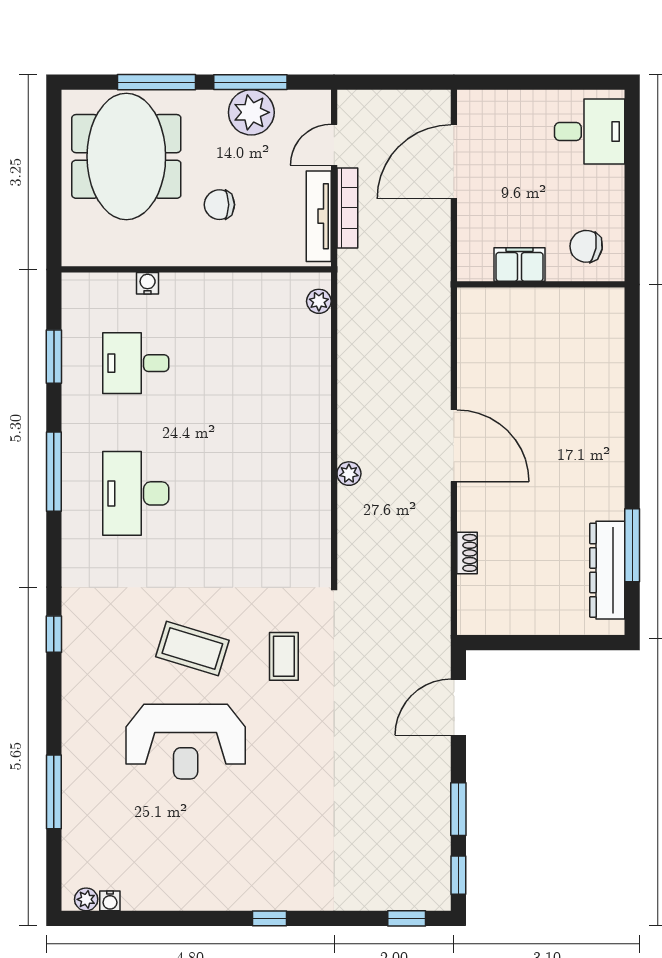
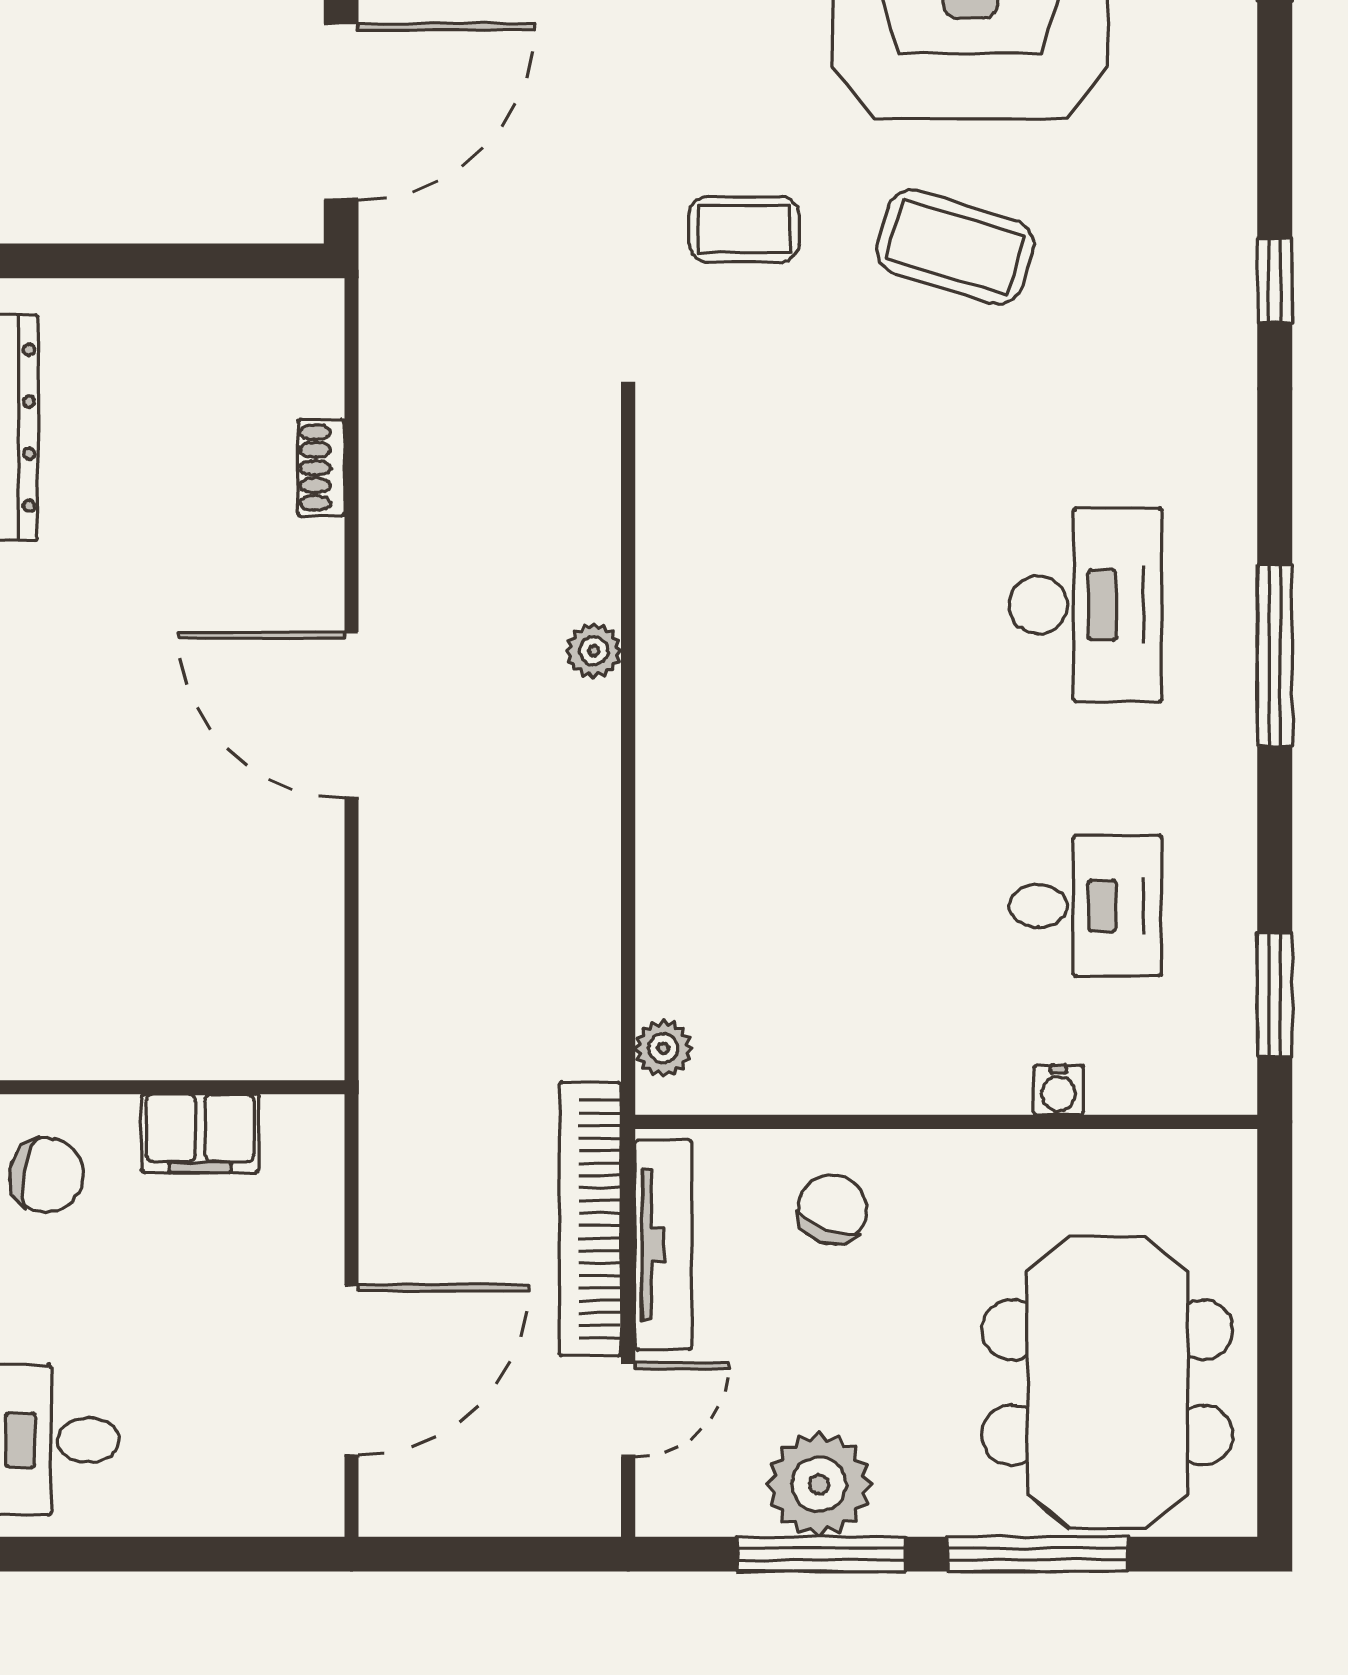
chair: (219, 205) -> (832, 1209), moved, turned -70
bookcase: (347, 208) -> (590, 1219), width x1.48, depth x1.31
window: (54, 357) -> (1275, 995), moved
coffee table: (284, 656) -> (744, 229), turned 90
door: (458, 707) -> (341, 112), width x1.36

